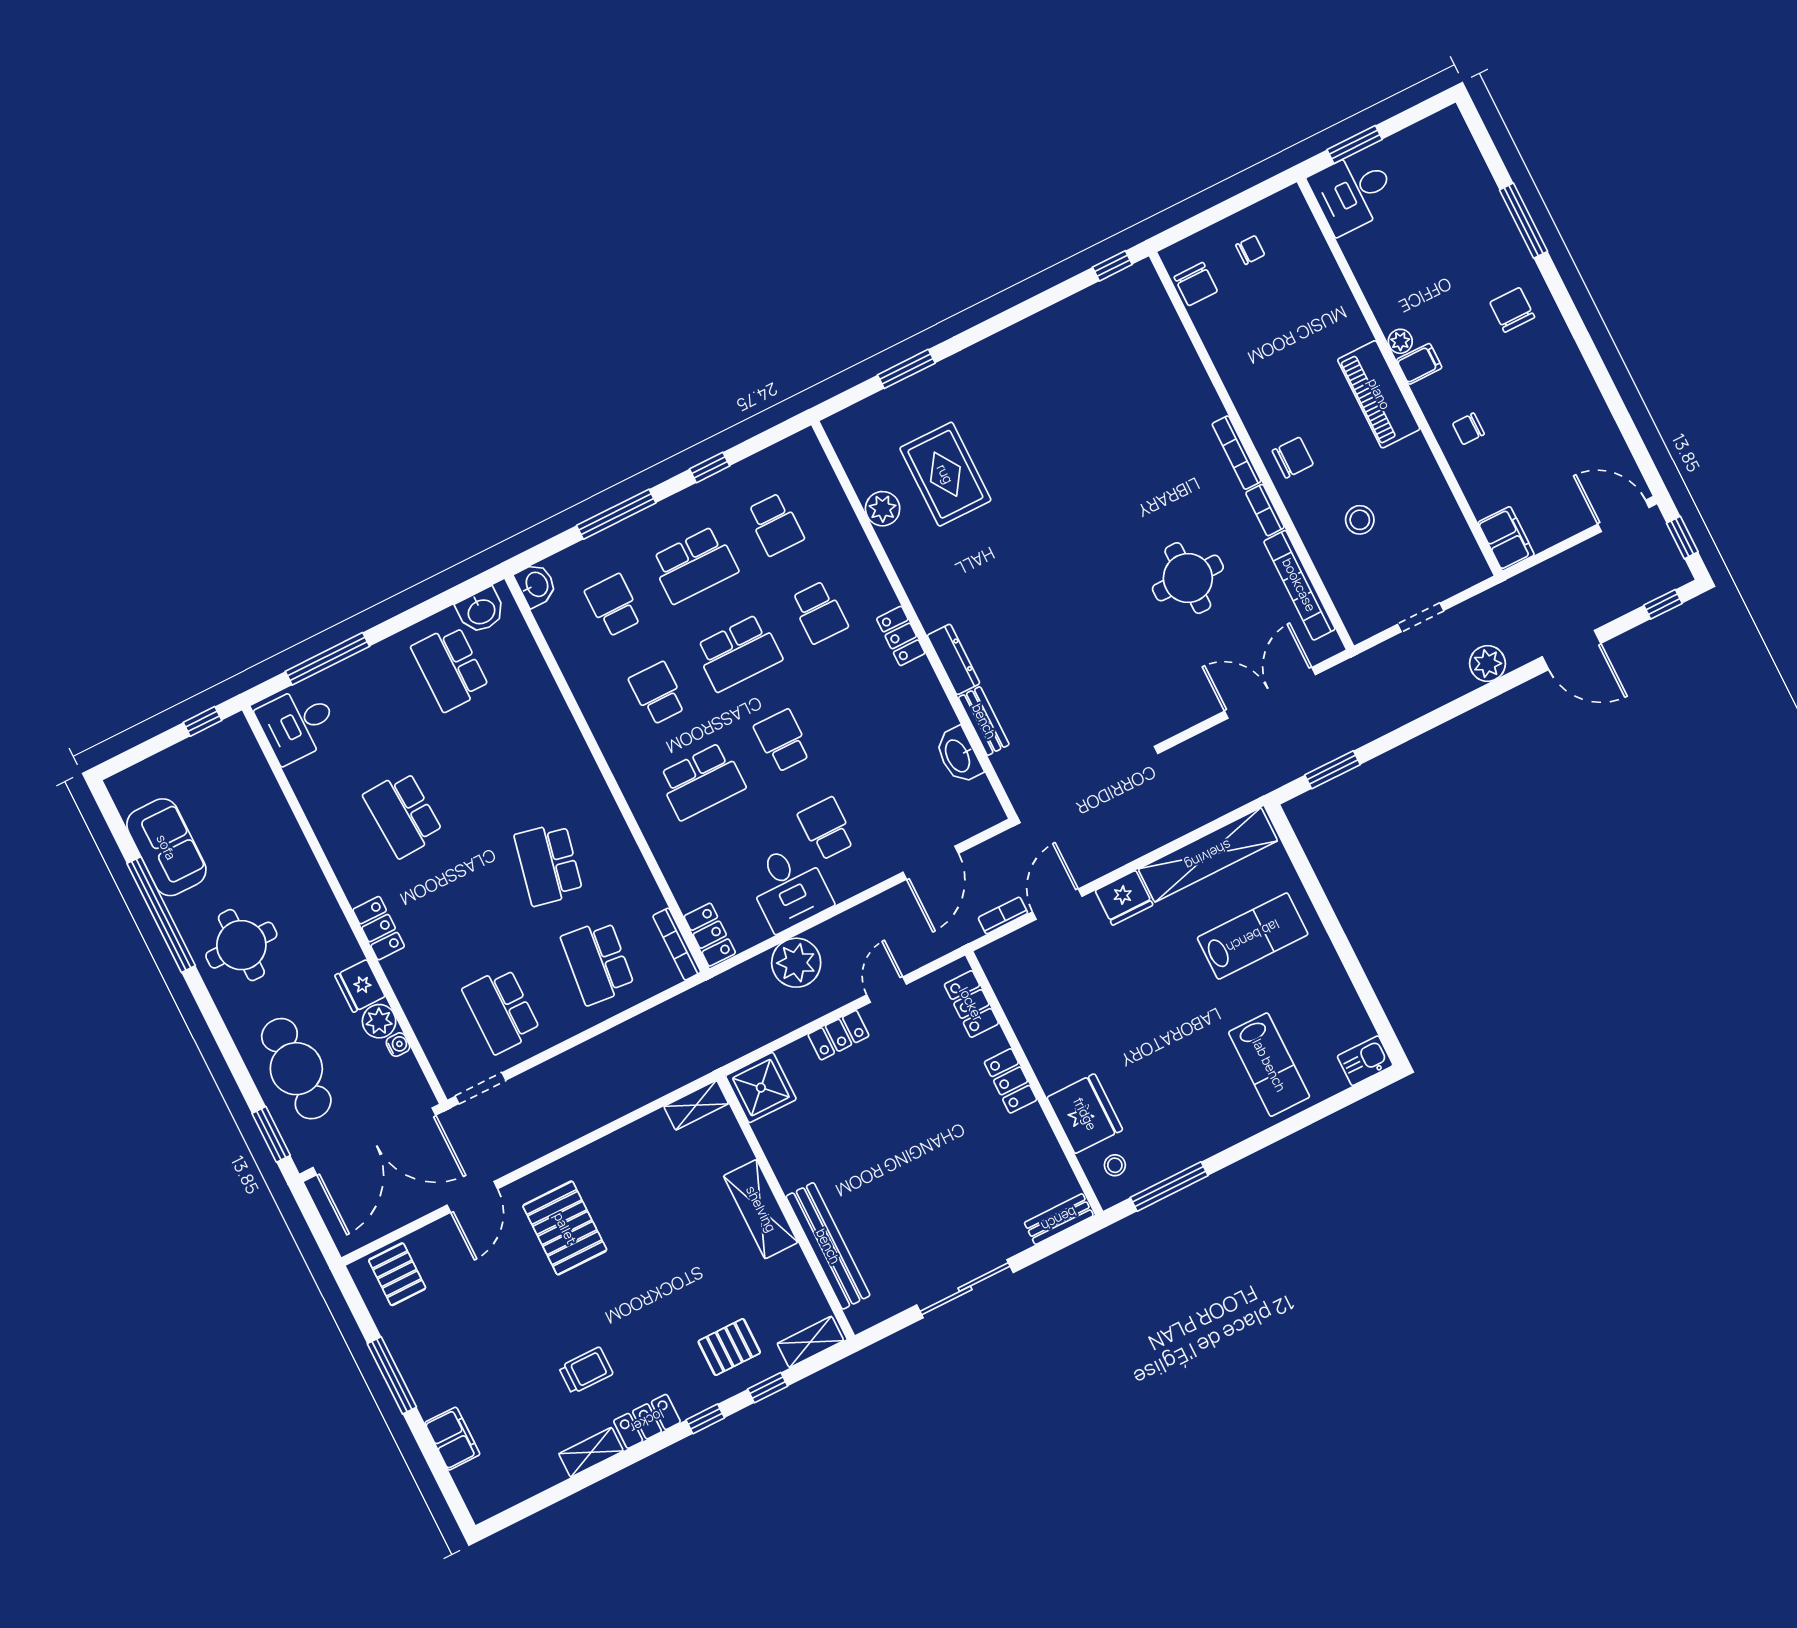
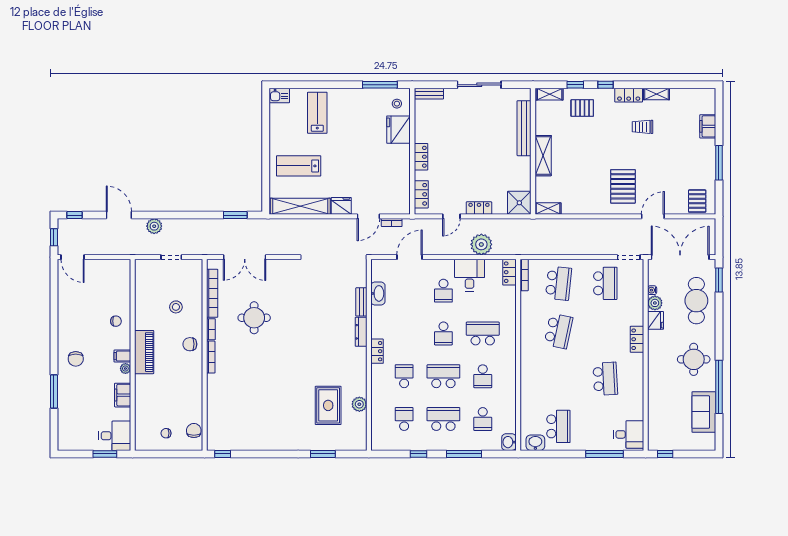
filing cabinet: (1506, 539) -> (123, 395), moved

